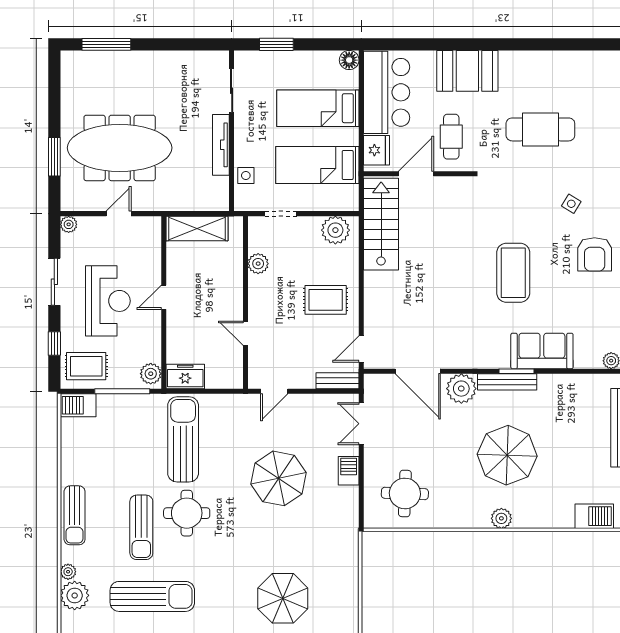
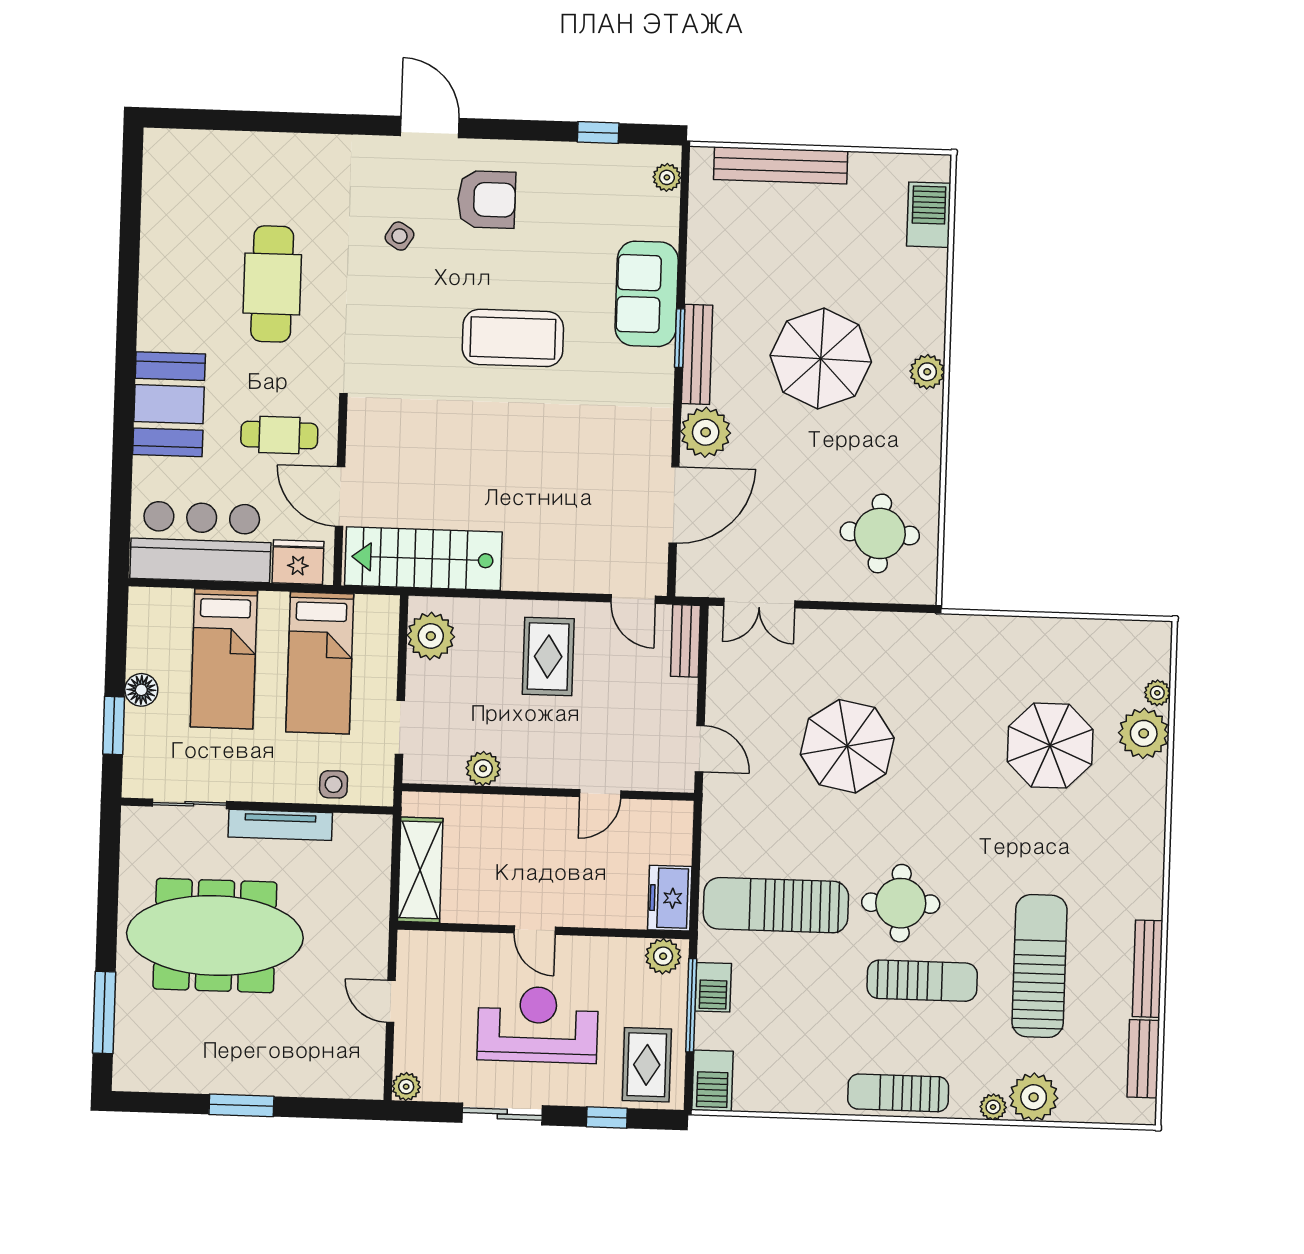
floor lamp: (349, 60) -> (141, 690), moved
meeting table: (120, 148) -> (215, 936), moved, turned 90
window: (54, 157) -> (241, 1105), moved
barbecue: (349, 471) -> (713, 987), moved, turned -90
sun lounger: (75, 515) -> (898, 1093), turned 180

